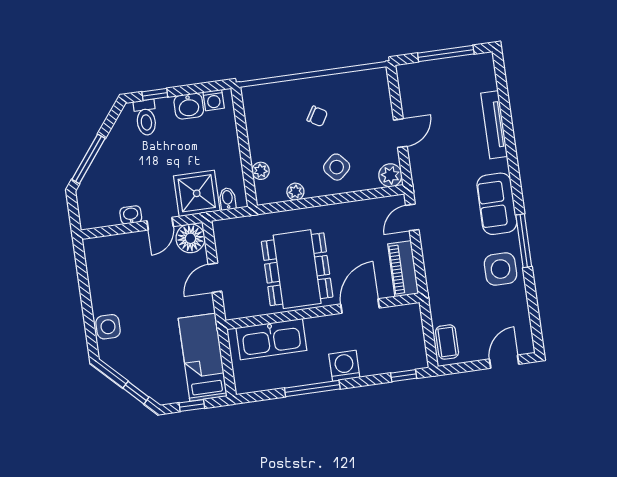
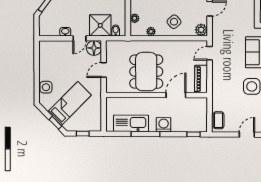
kitchen sink: (271, 339) -> (131, 123), moved, turned 180
bed: (203, 357) -> (69, 104), moved, turned 45

